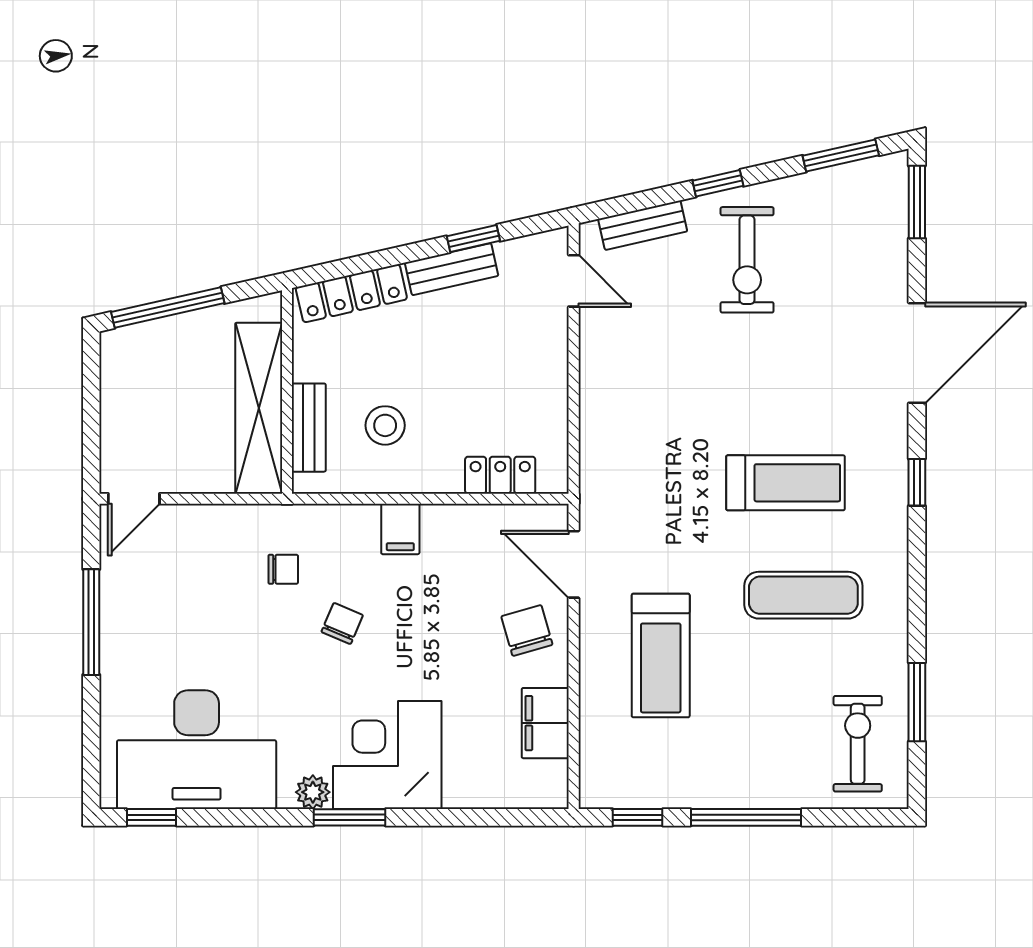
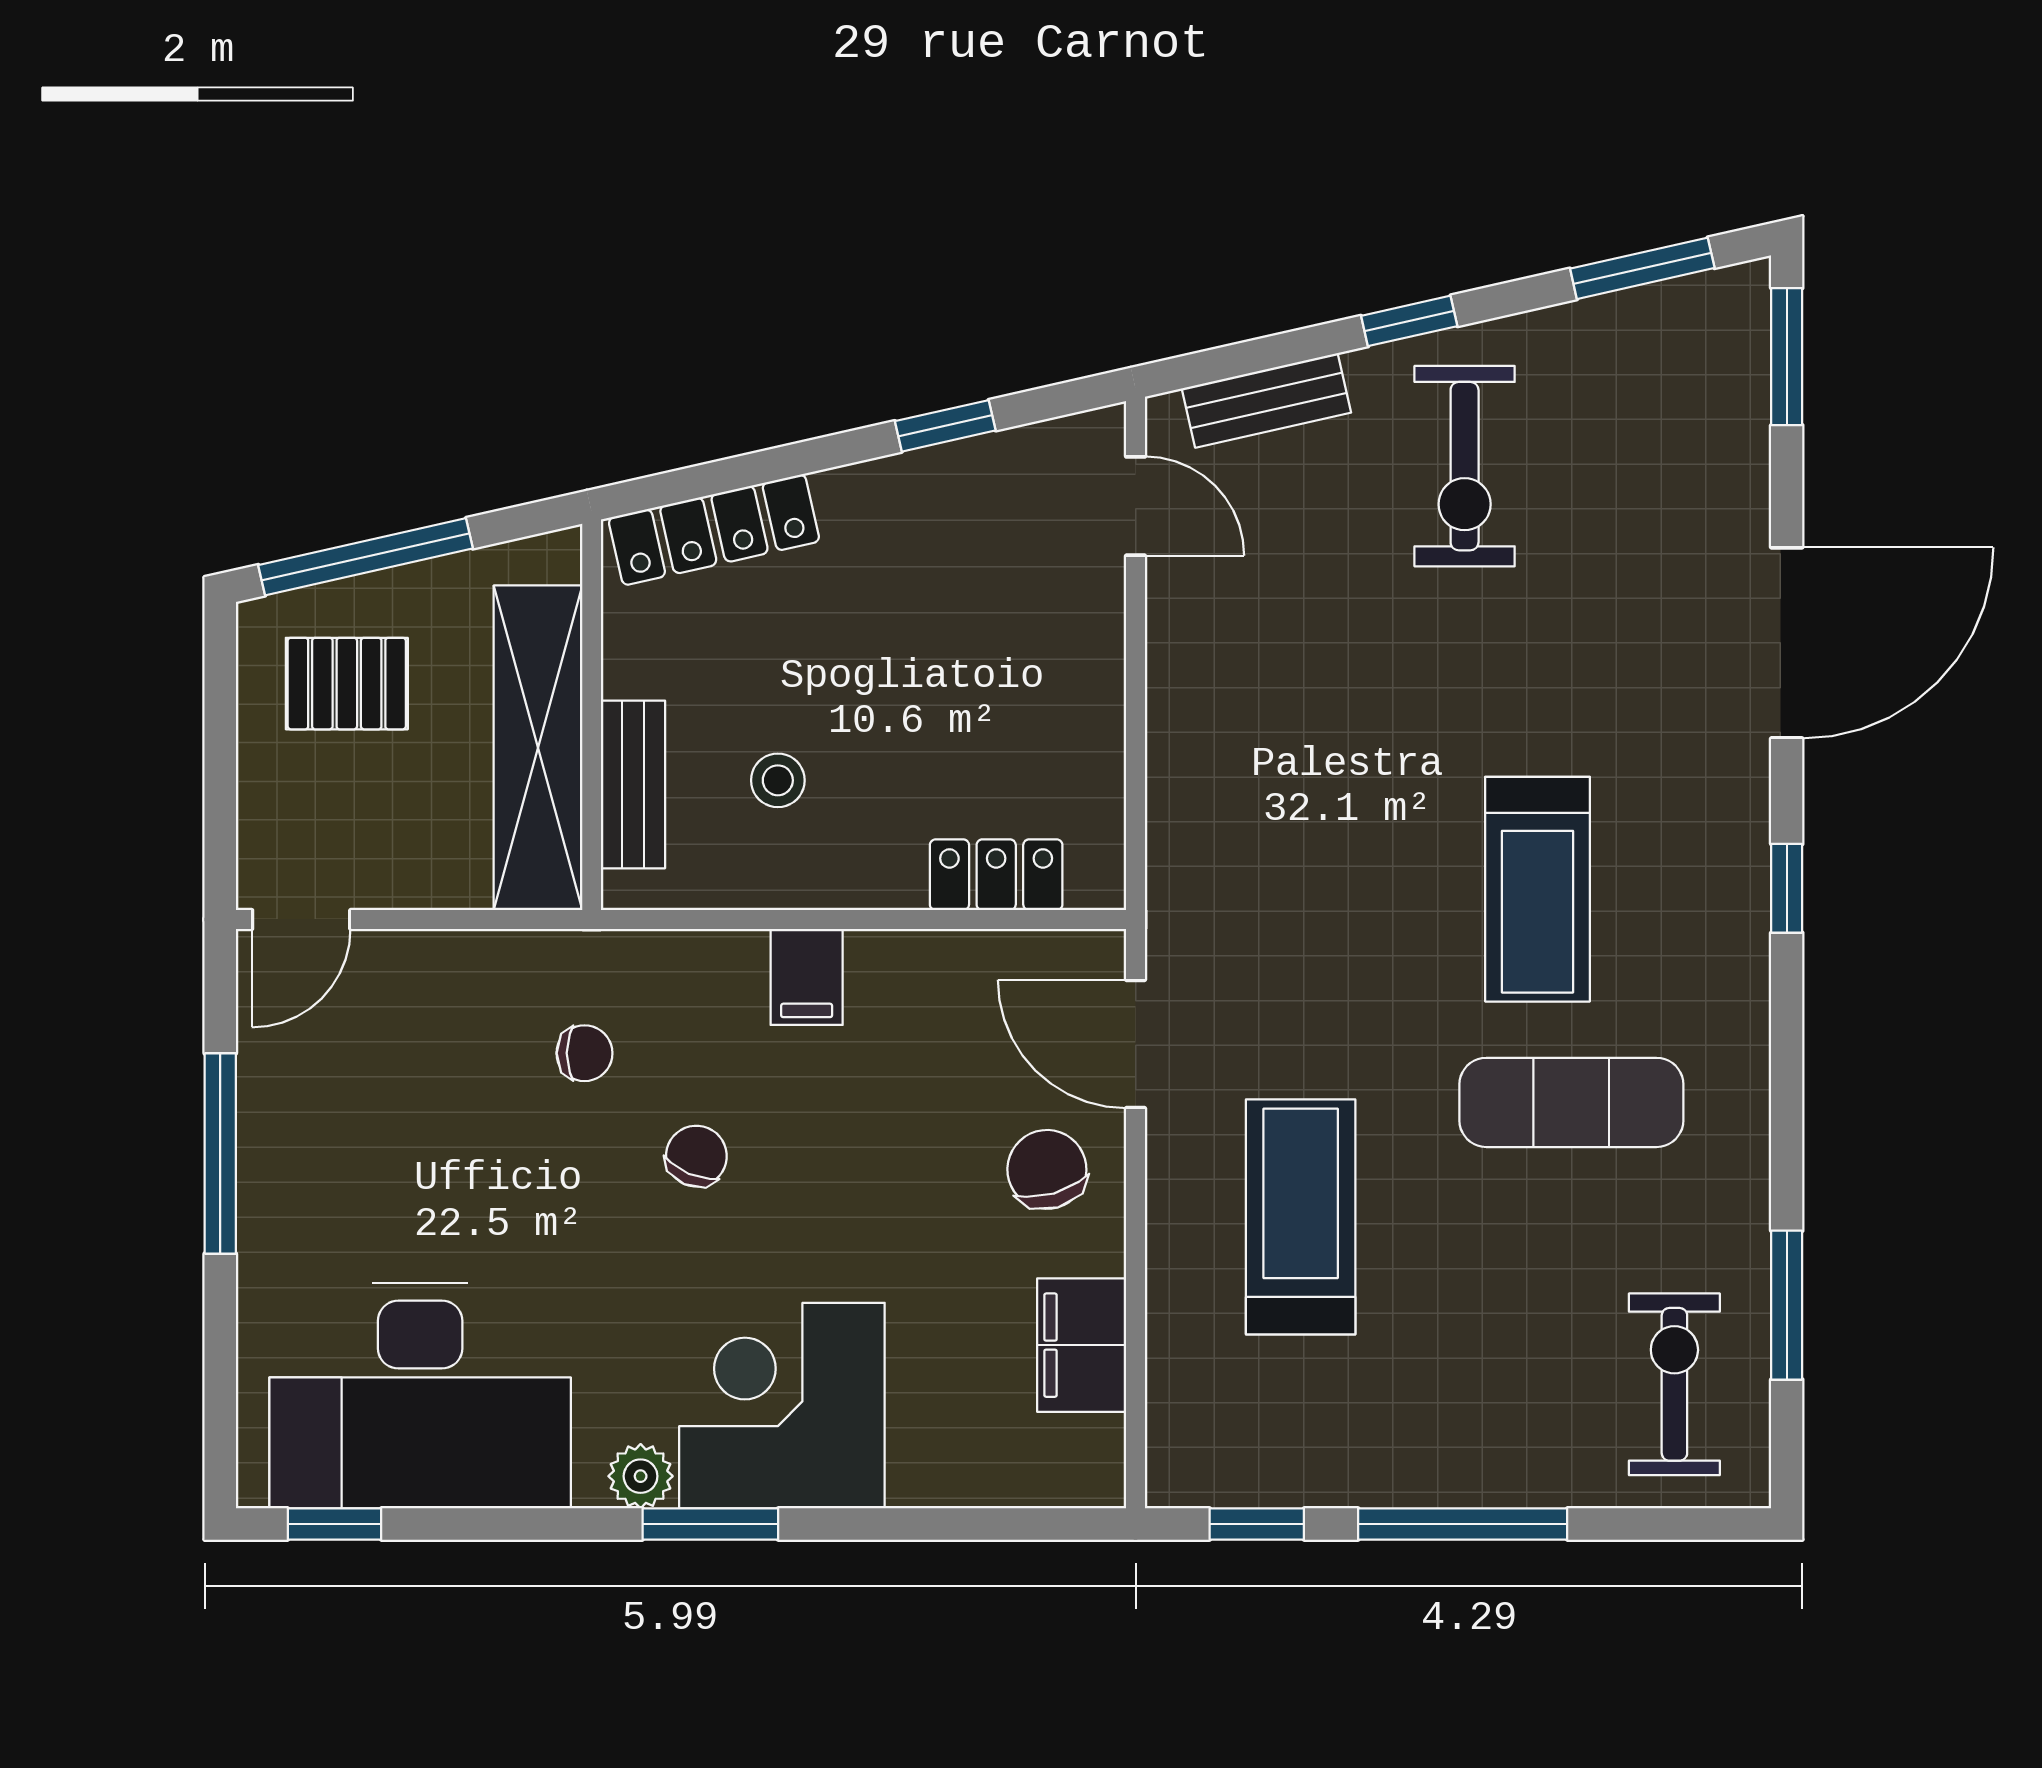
bench: (452, 269) -> (904, 484), removed
pallet: (158, 374) -> (347, 684), added
stool: (385, 425) -> (778, 780), width x0.73, depth x0.73
treadmill: (786, 483) -> (1537, 889), turned 90
treadmill: (661, 656) -> (1301, 1217), turned 180

